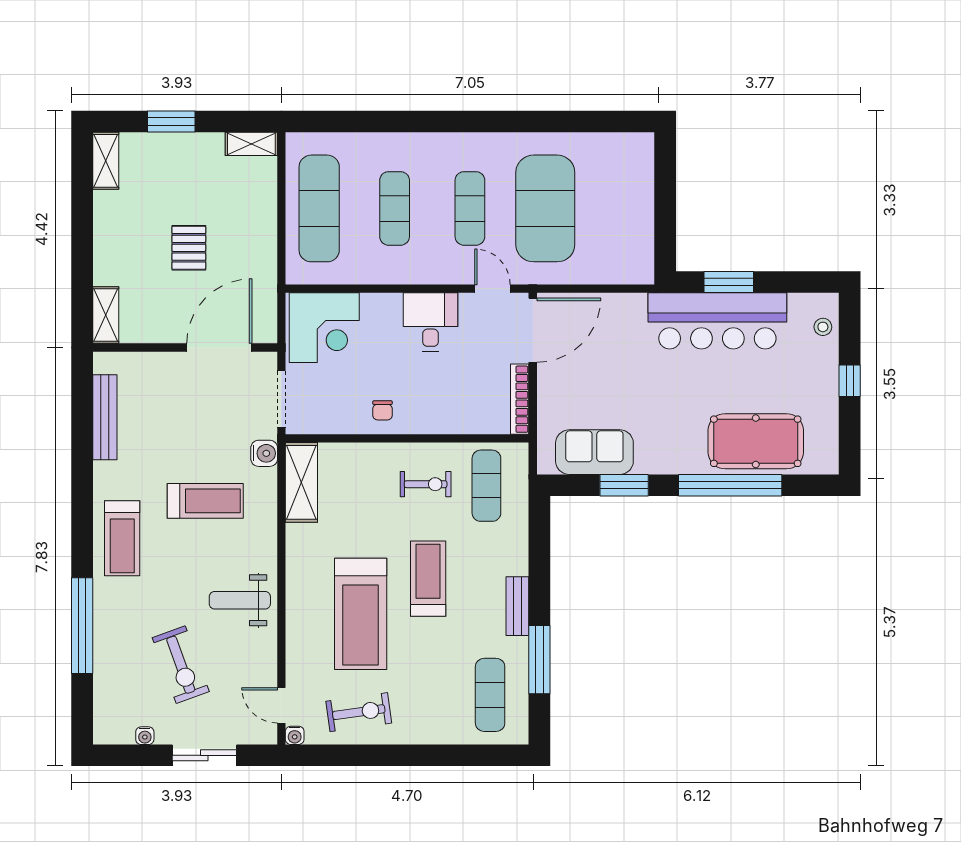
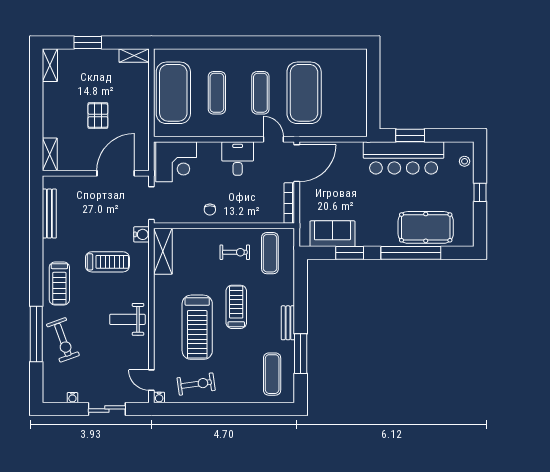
exercise mat: (319, 208) -> (173, 93), width x1.47
exercise bike: (181, 665) -> (63, 340), moved

